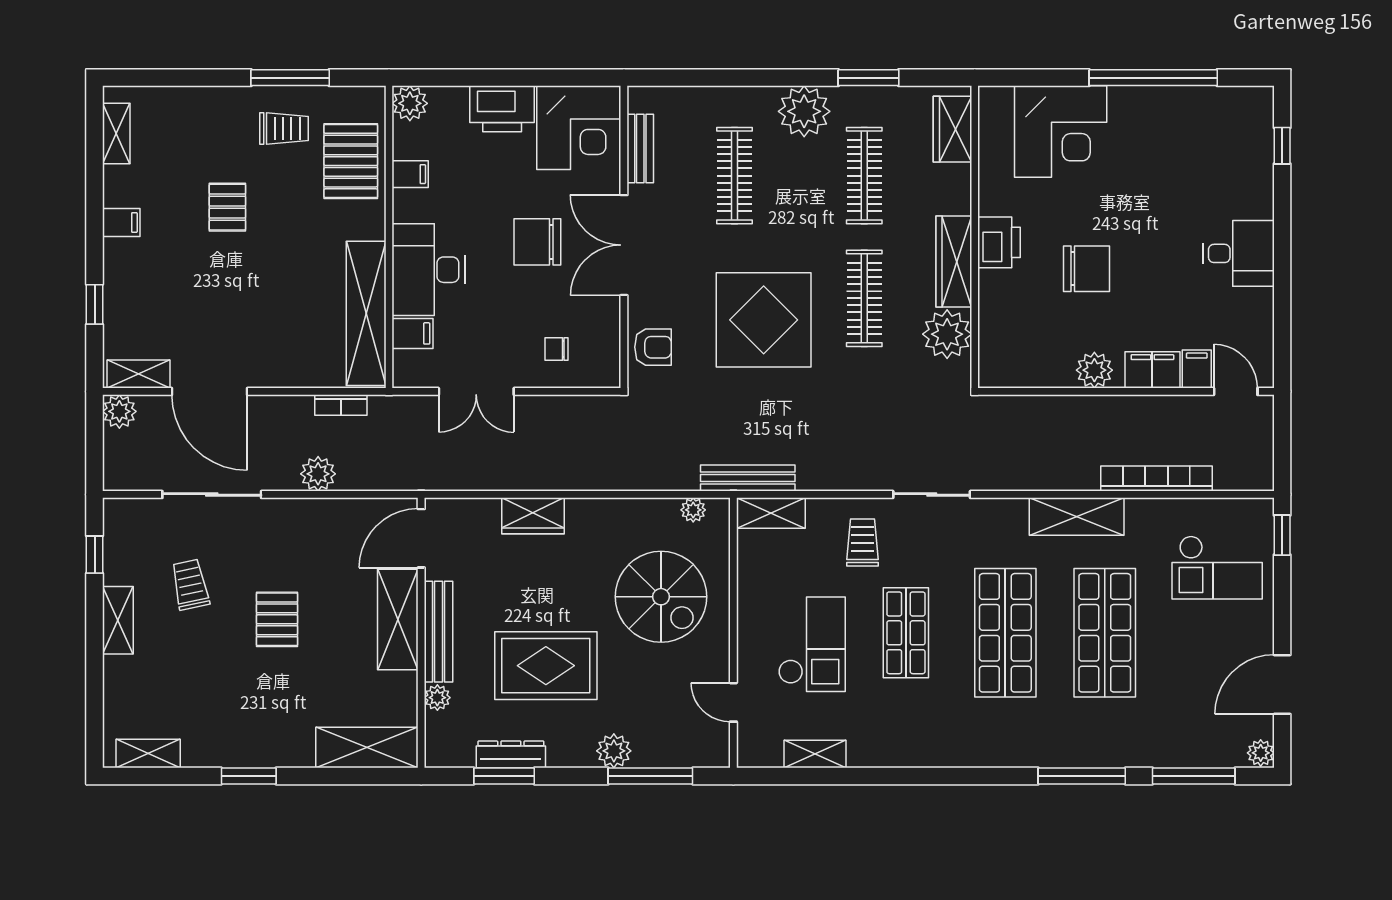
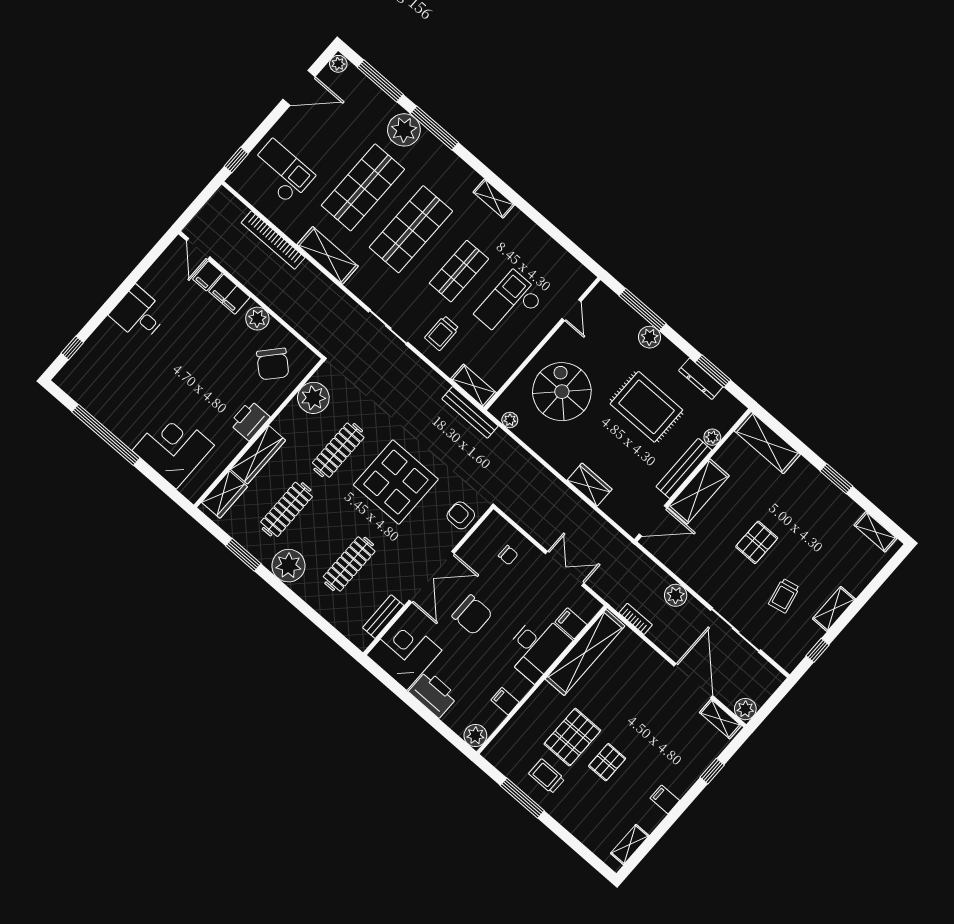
pallet: (351, 161) -> (572, 737), moved
wardrobe: (954, 261) -> (258, 455), moved
chair: (1087, 269) -> (273, 364), moved, turned -138
plant: (1115, 743) -> (404, 130), added
shelving: (815, 754) -> (494, 198), moved

